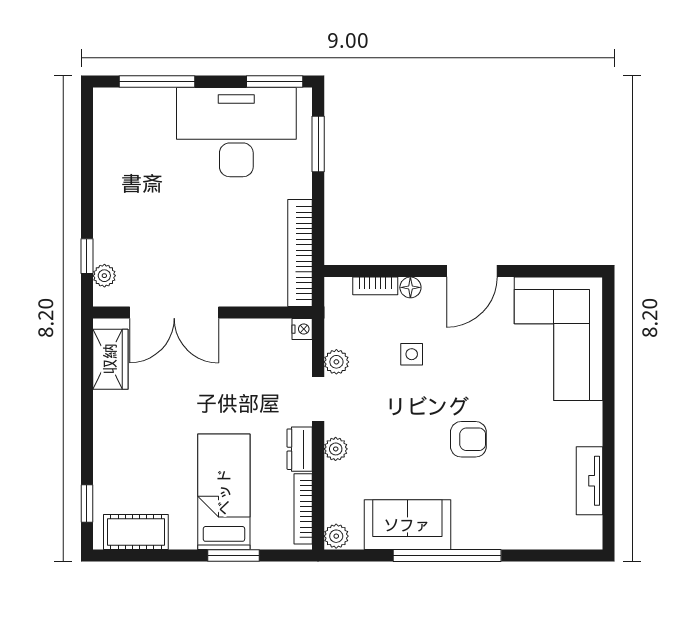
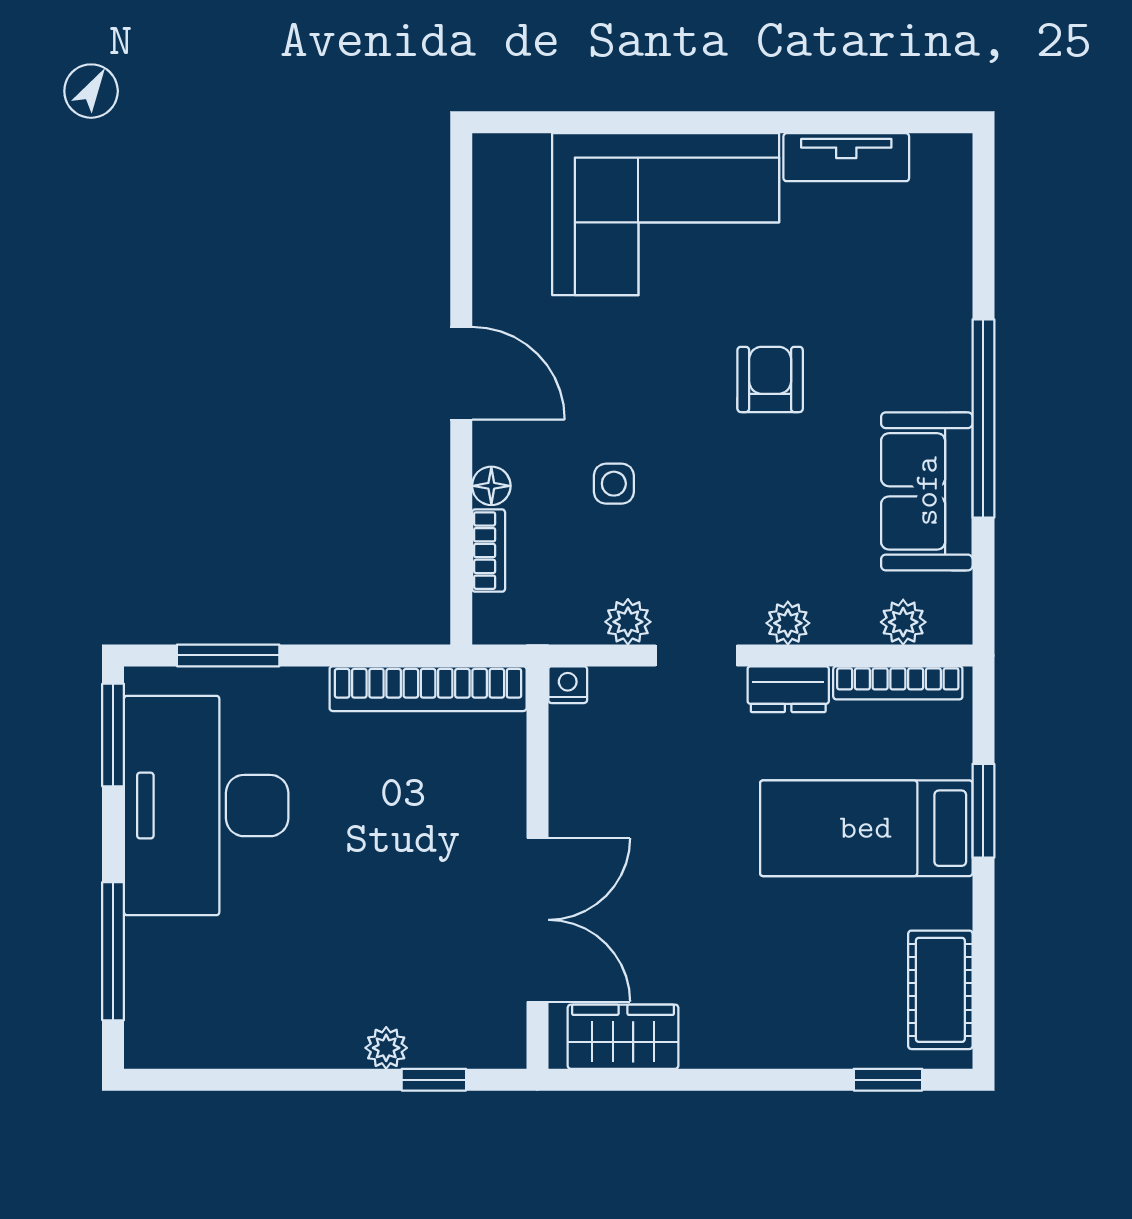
plant: (104, 276) -> (386, 1048), moved
corner sofa: (558, 339) -> (666, 214), moved
plant: (336, 536) -> (903, 622), moved

